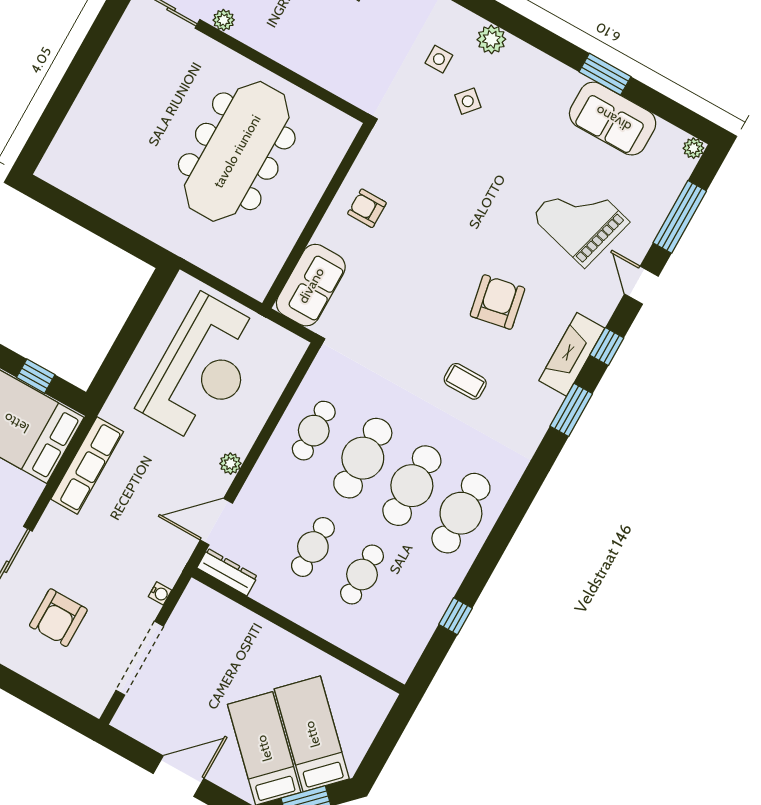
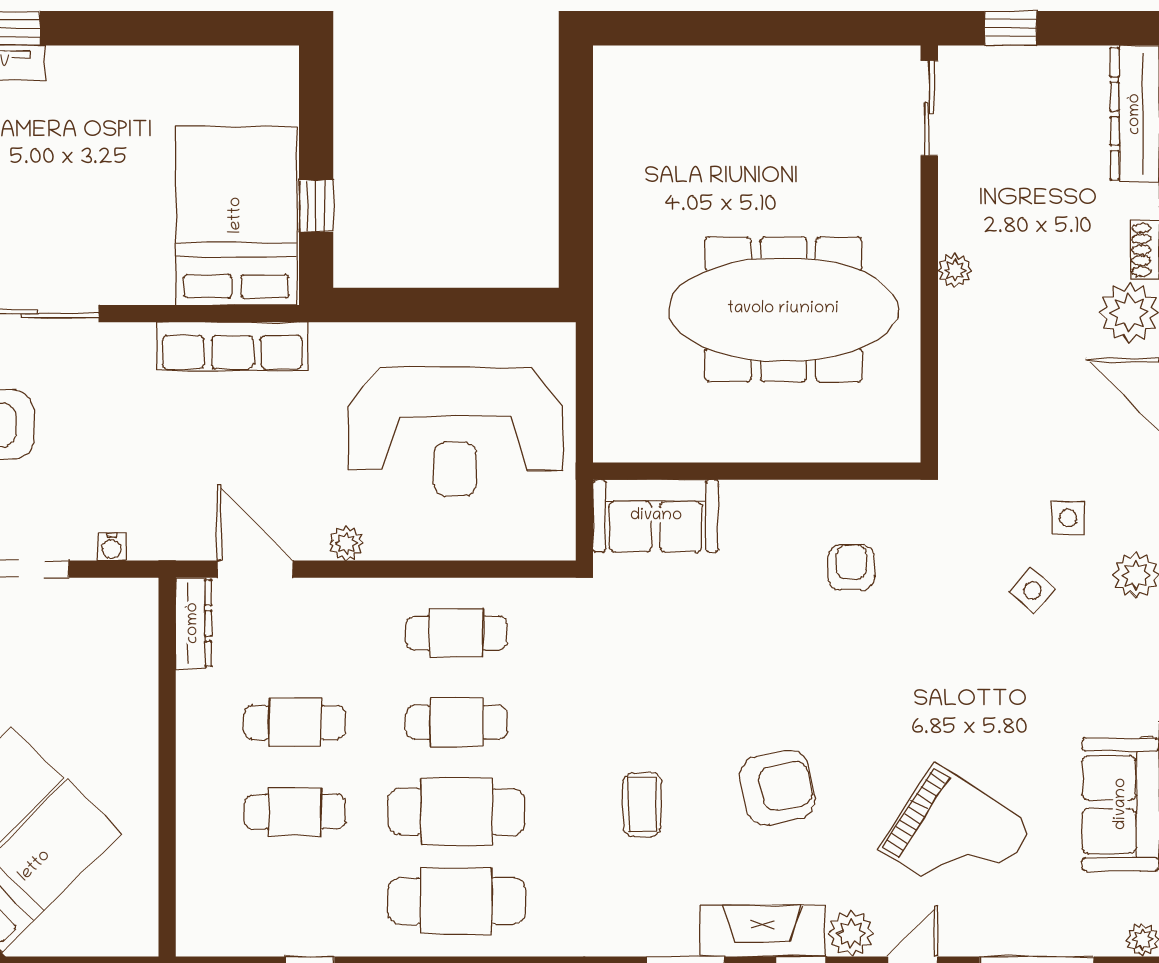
plant: (224, 20) -> (955, 271), moved
armchair: (367, 208) -> (851, 567), moved
grand piano: (580, 219) -> (956, 838), turned 108
plant: (600, 306) -> (851, 933), added
cafe table: (363, 458) -> (457, 722), width x0.73, depth x0.74

